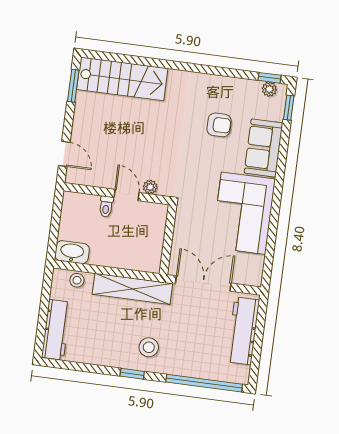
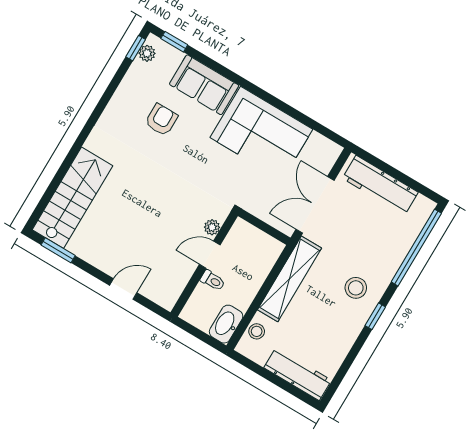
plant: (150, 187) -> (212, 227), moved
wall: (117, 194) -> (204, 264), moved
door: (127, 195) -> (210, 255), moved
toilet: (106, 207) -> (213, 280), moved

